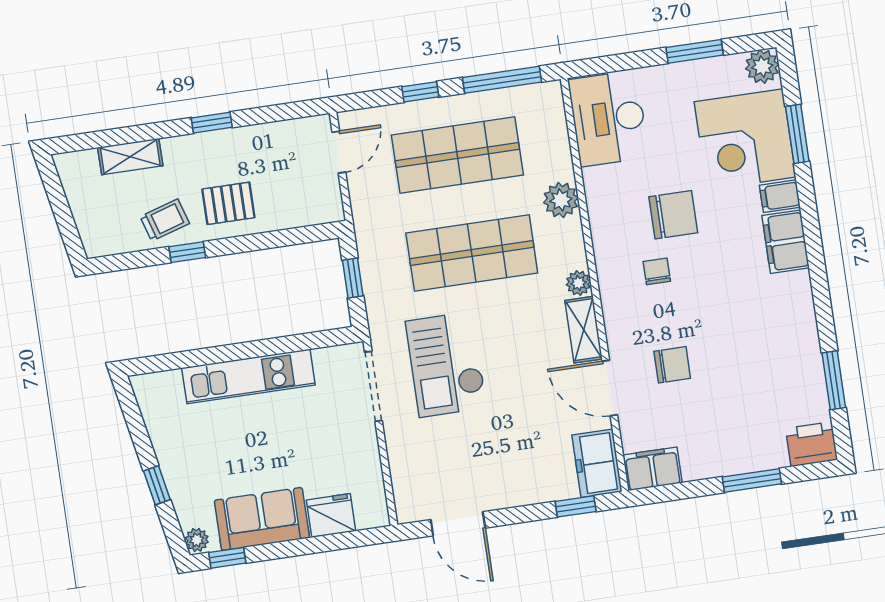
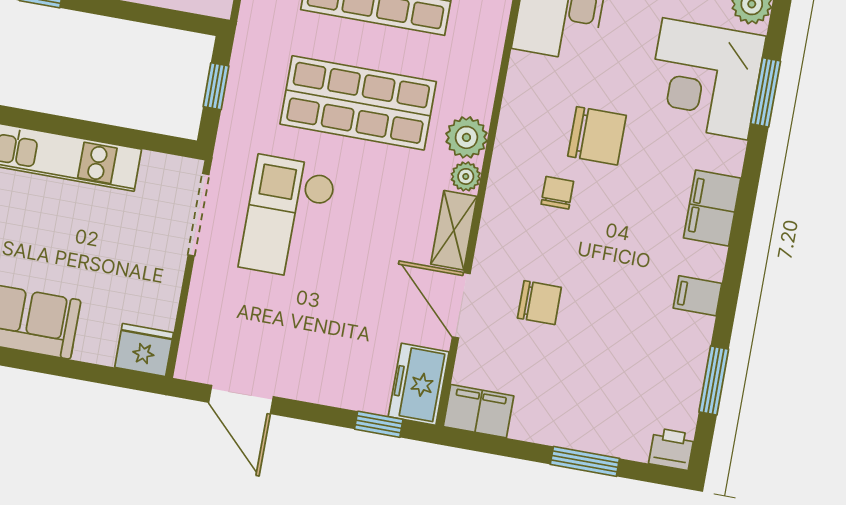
filing cabinet: (780, 196) -> (697, 296), moved
plant: (561, 200) -> (466, 137), moved
printer: (812, 444) -> (672, 449), width x0.73, depth x0.81
fridge: (331, 515) -> (144, 350), moved

